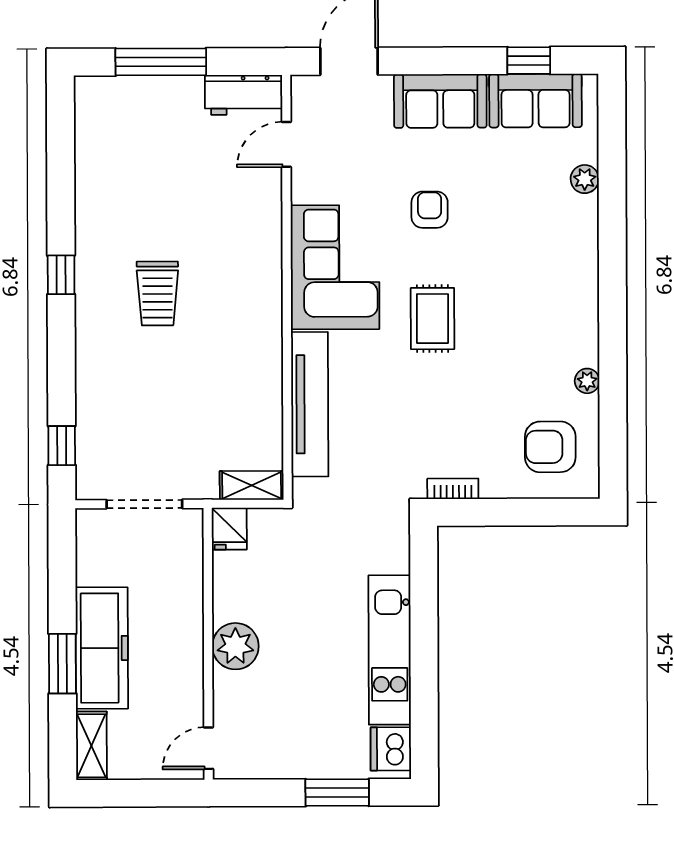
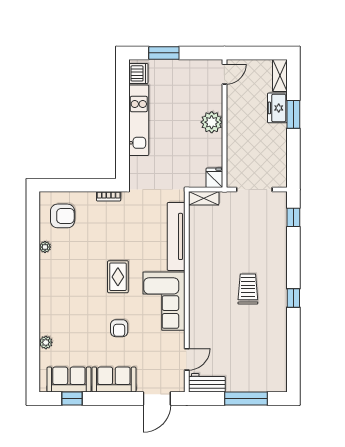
freezer: (102, 648) -> (277, 108), width x0.52, depth x0.79

